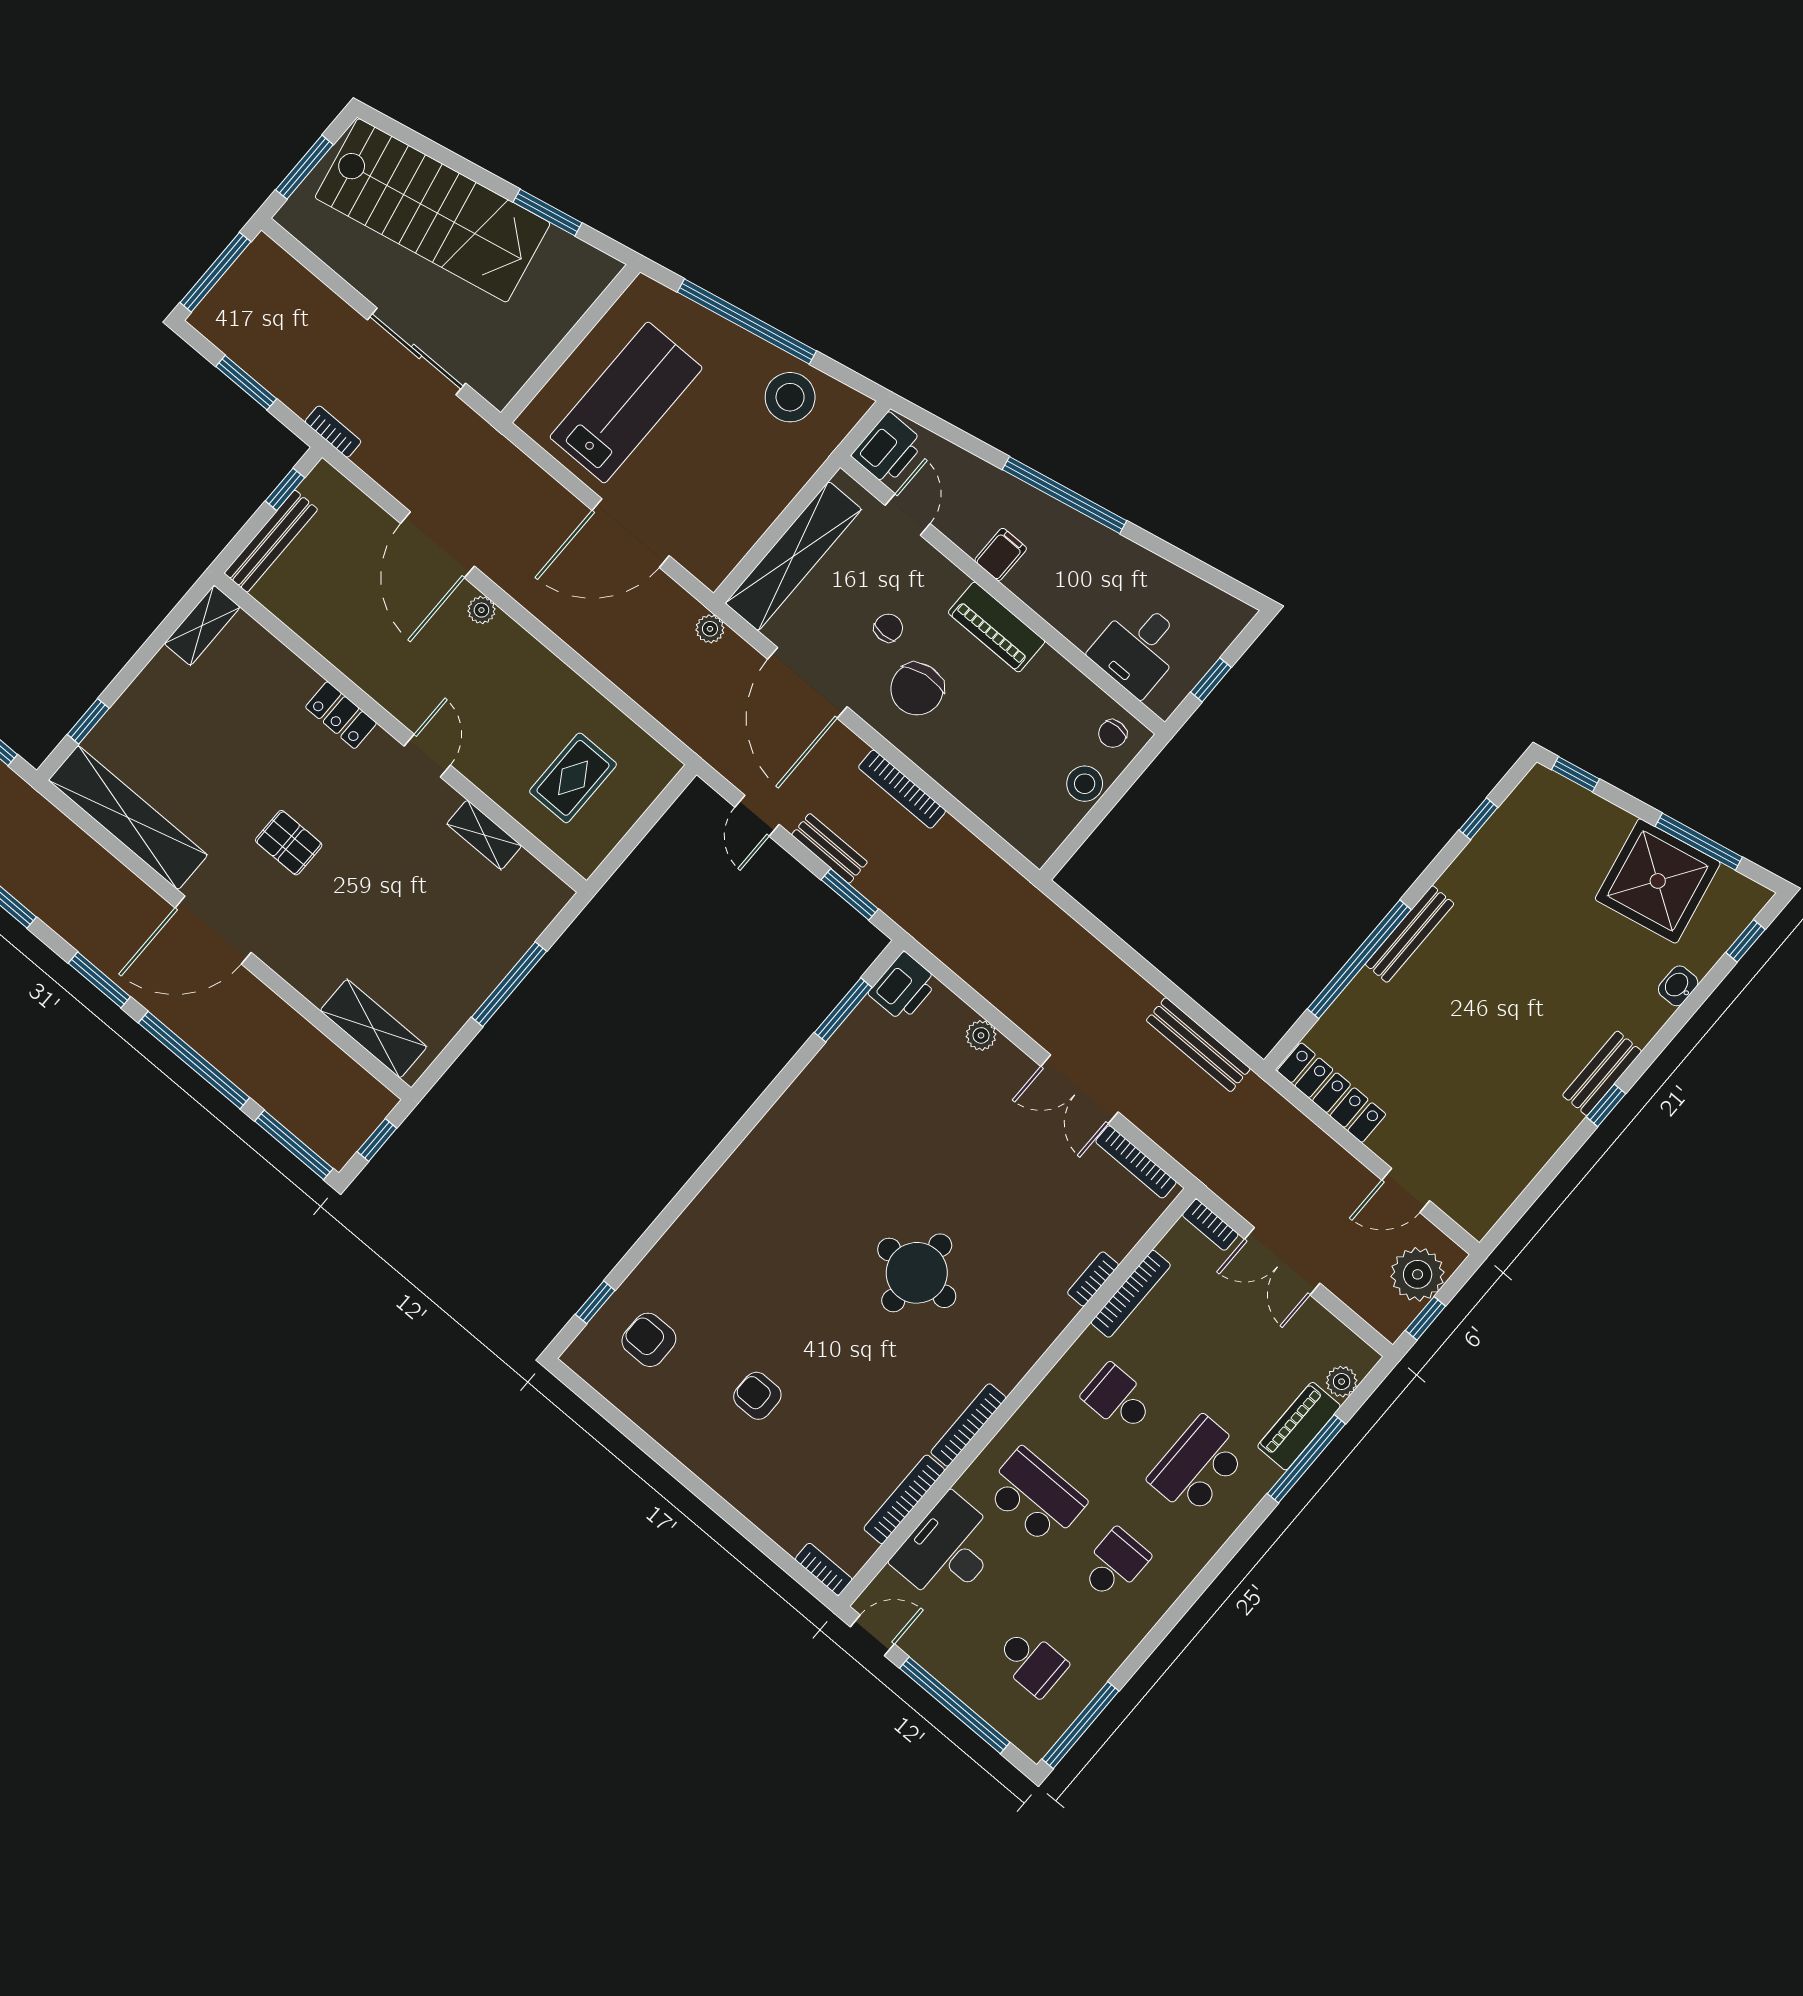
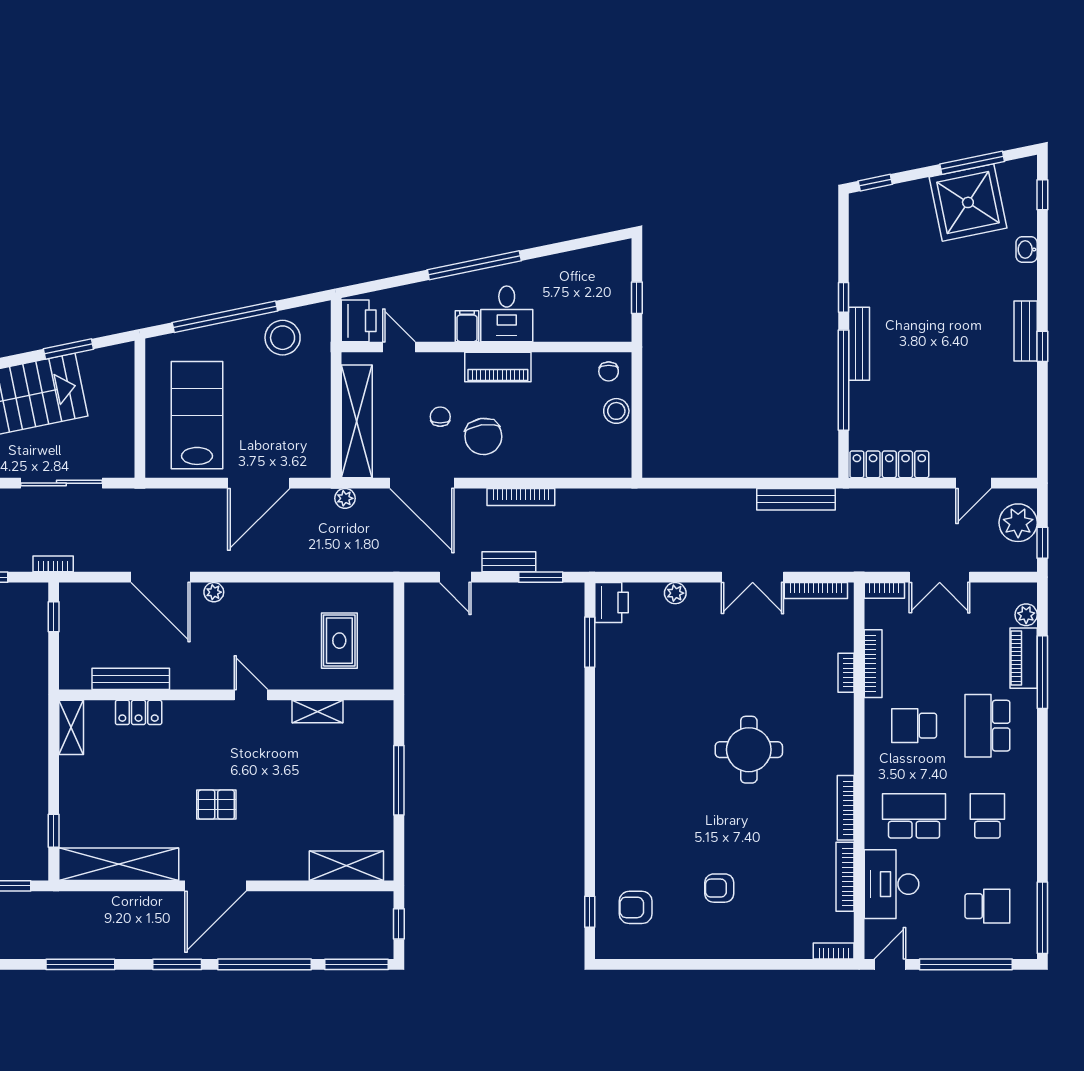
bench: (271, 541) -> (131, 679), moved, turned 90
desk: (1138, 648) -> (507, 314), moved
locker: (341, 715) -> (139, 712), moved
window: (1478, 819) -> (843, 297), moved

